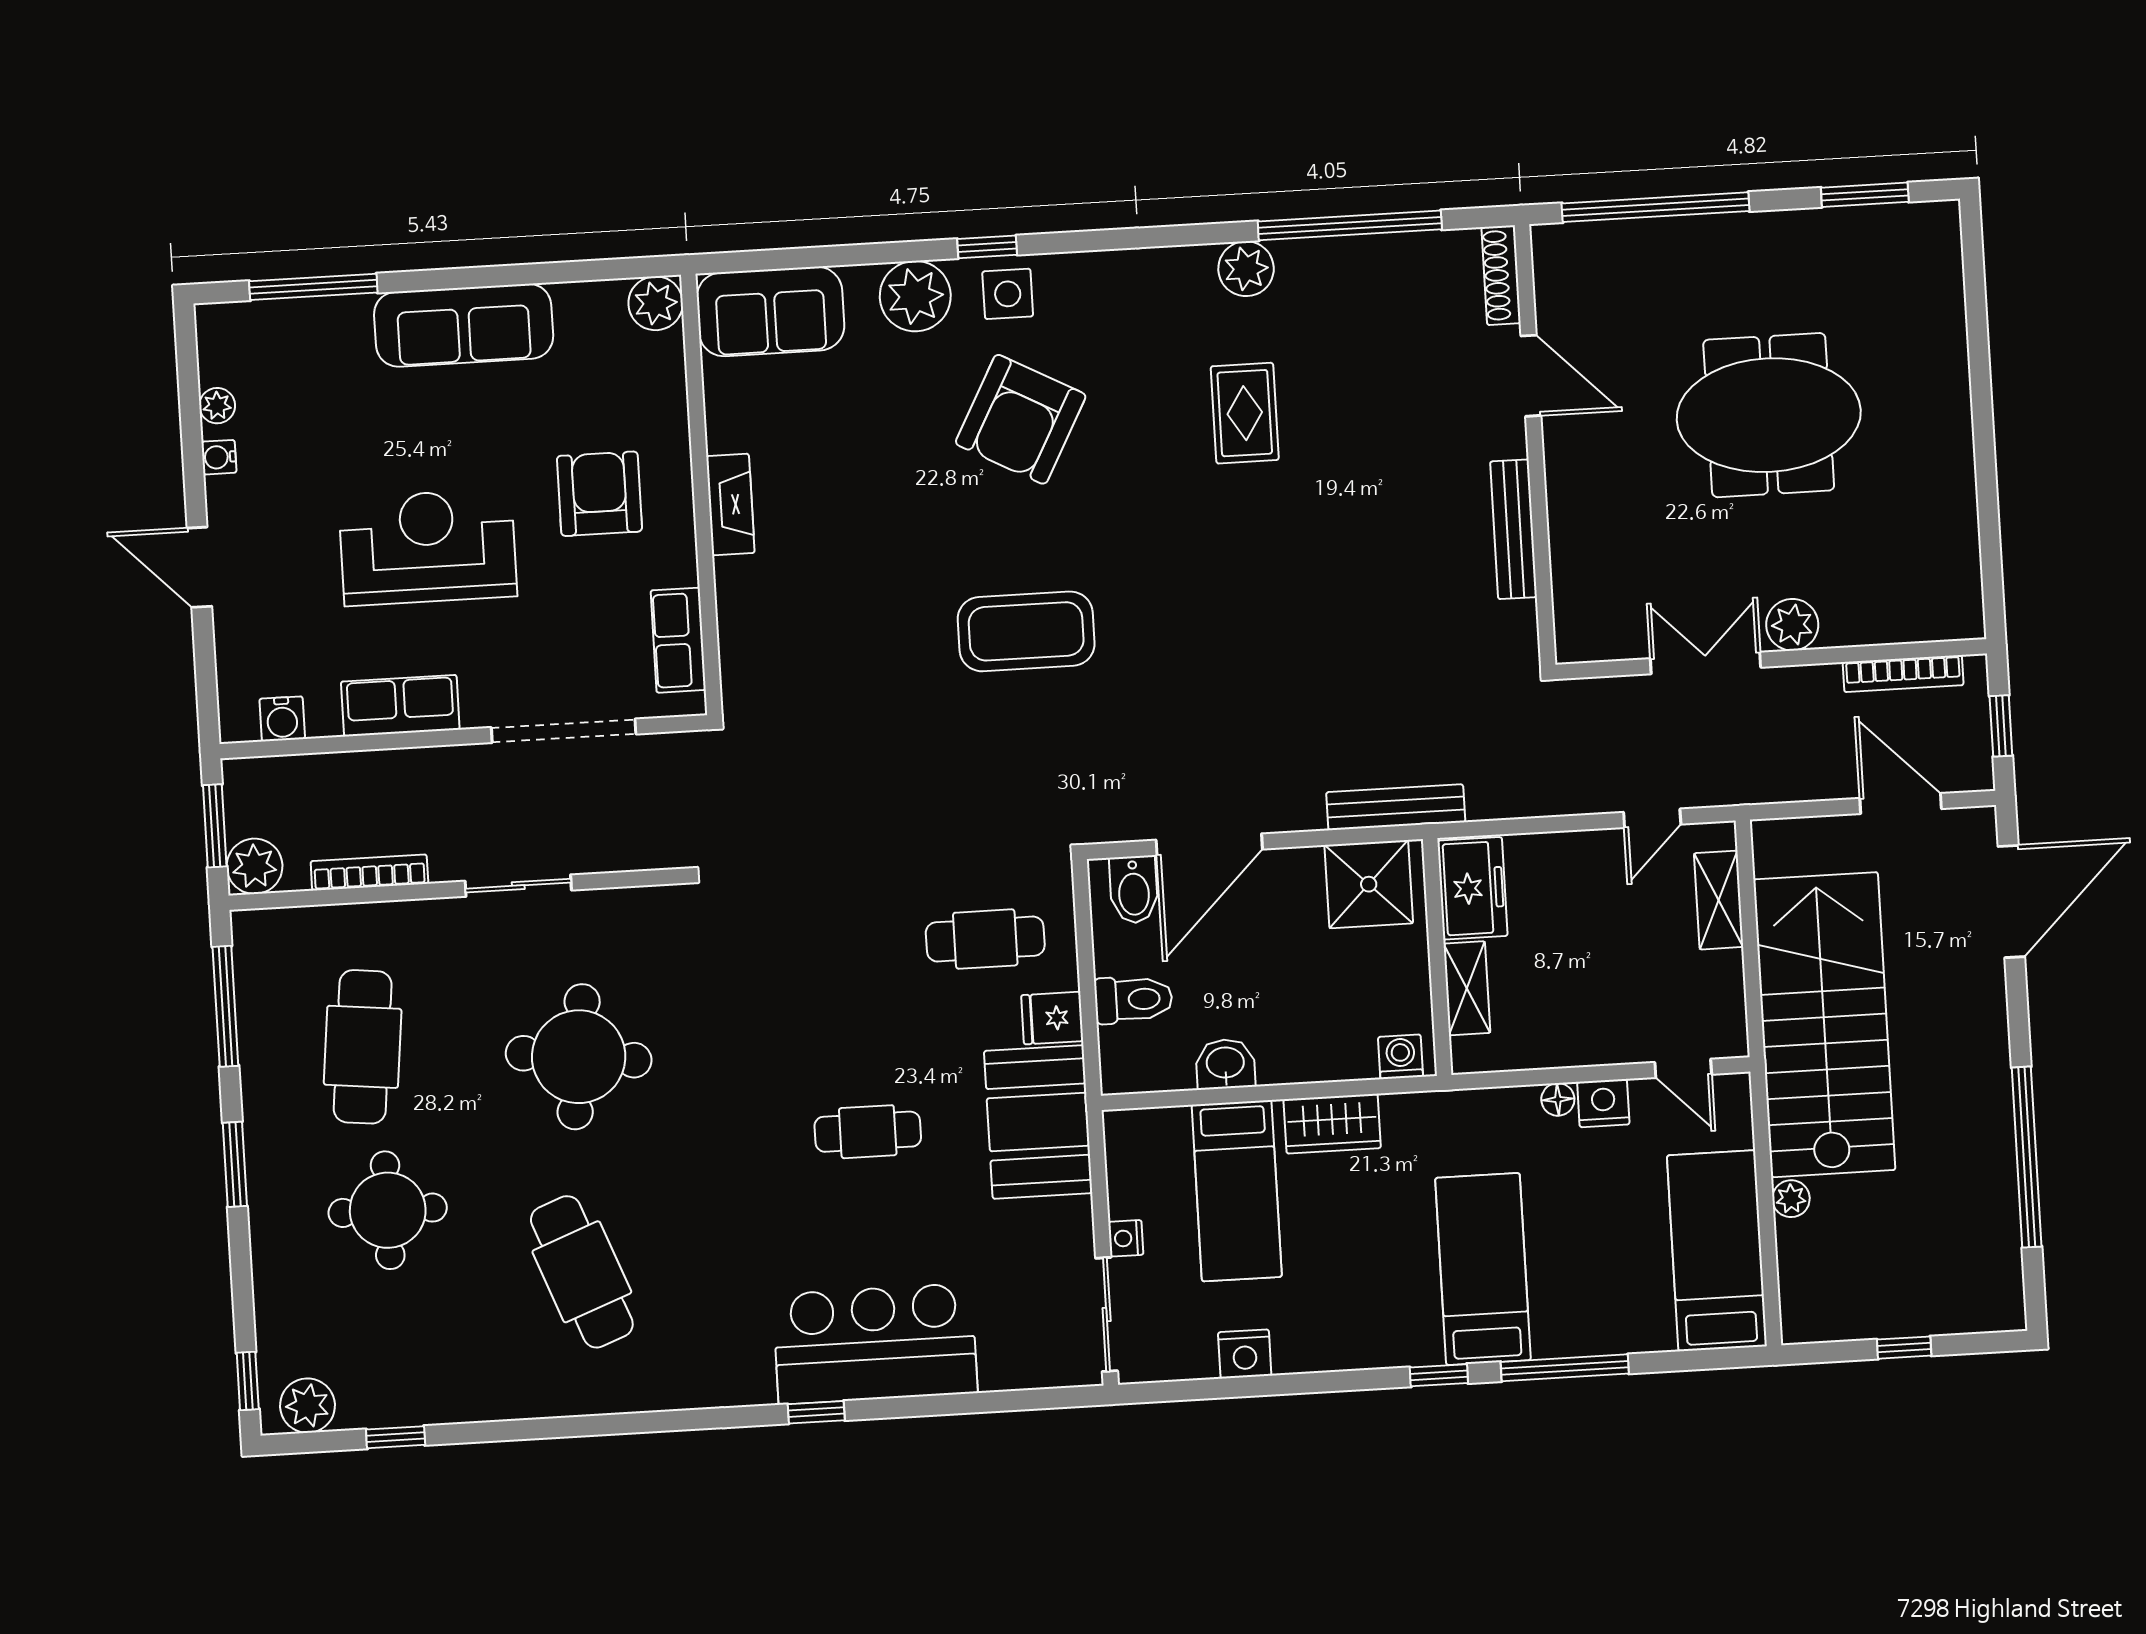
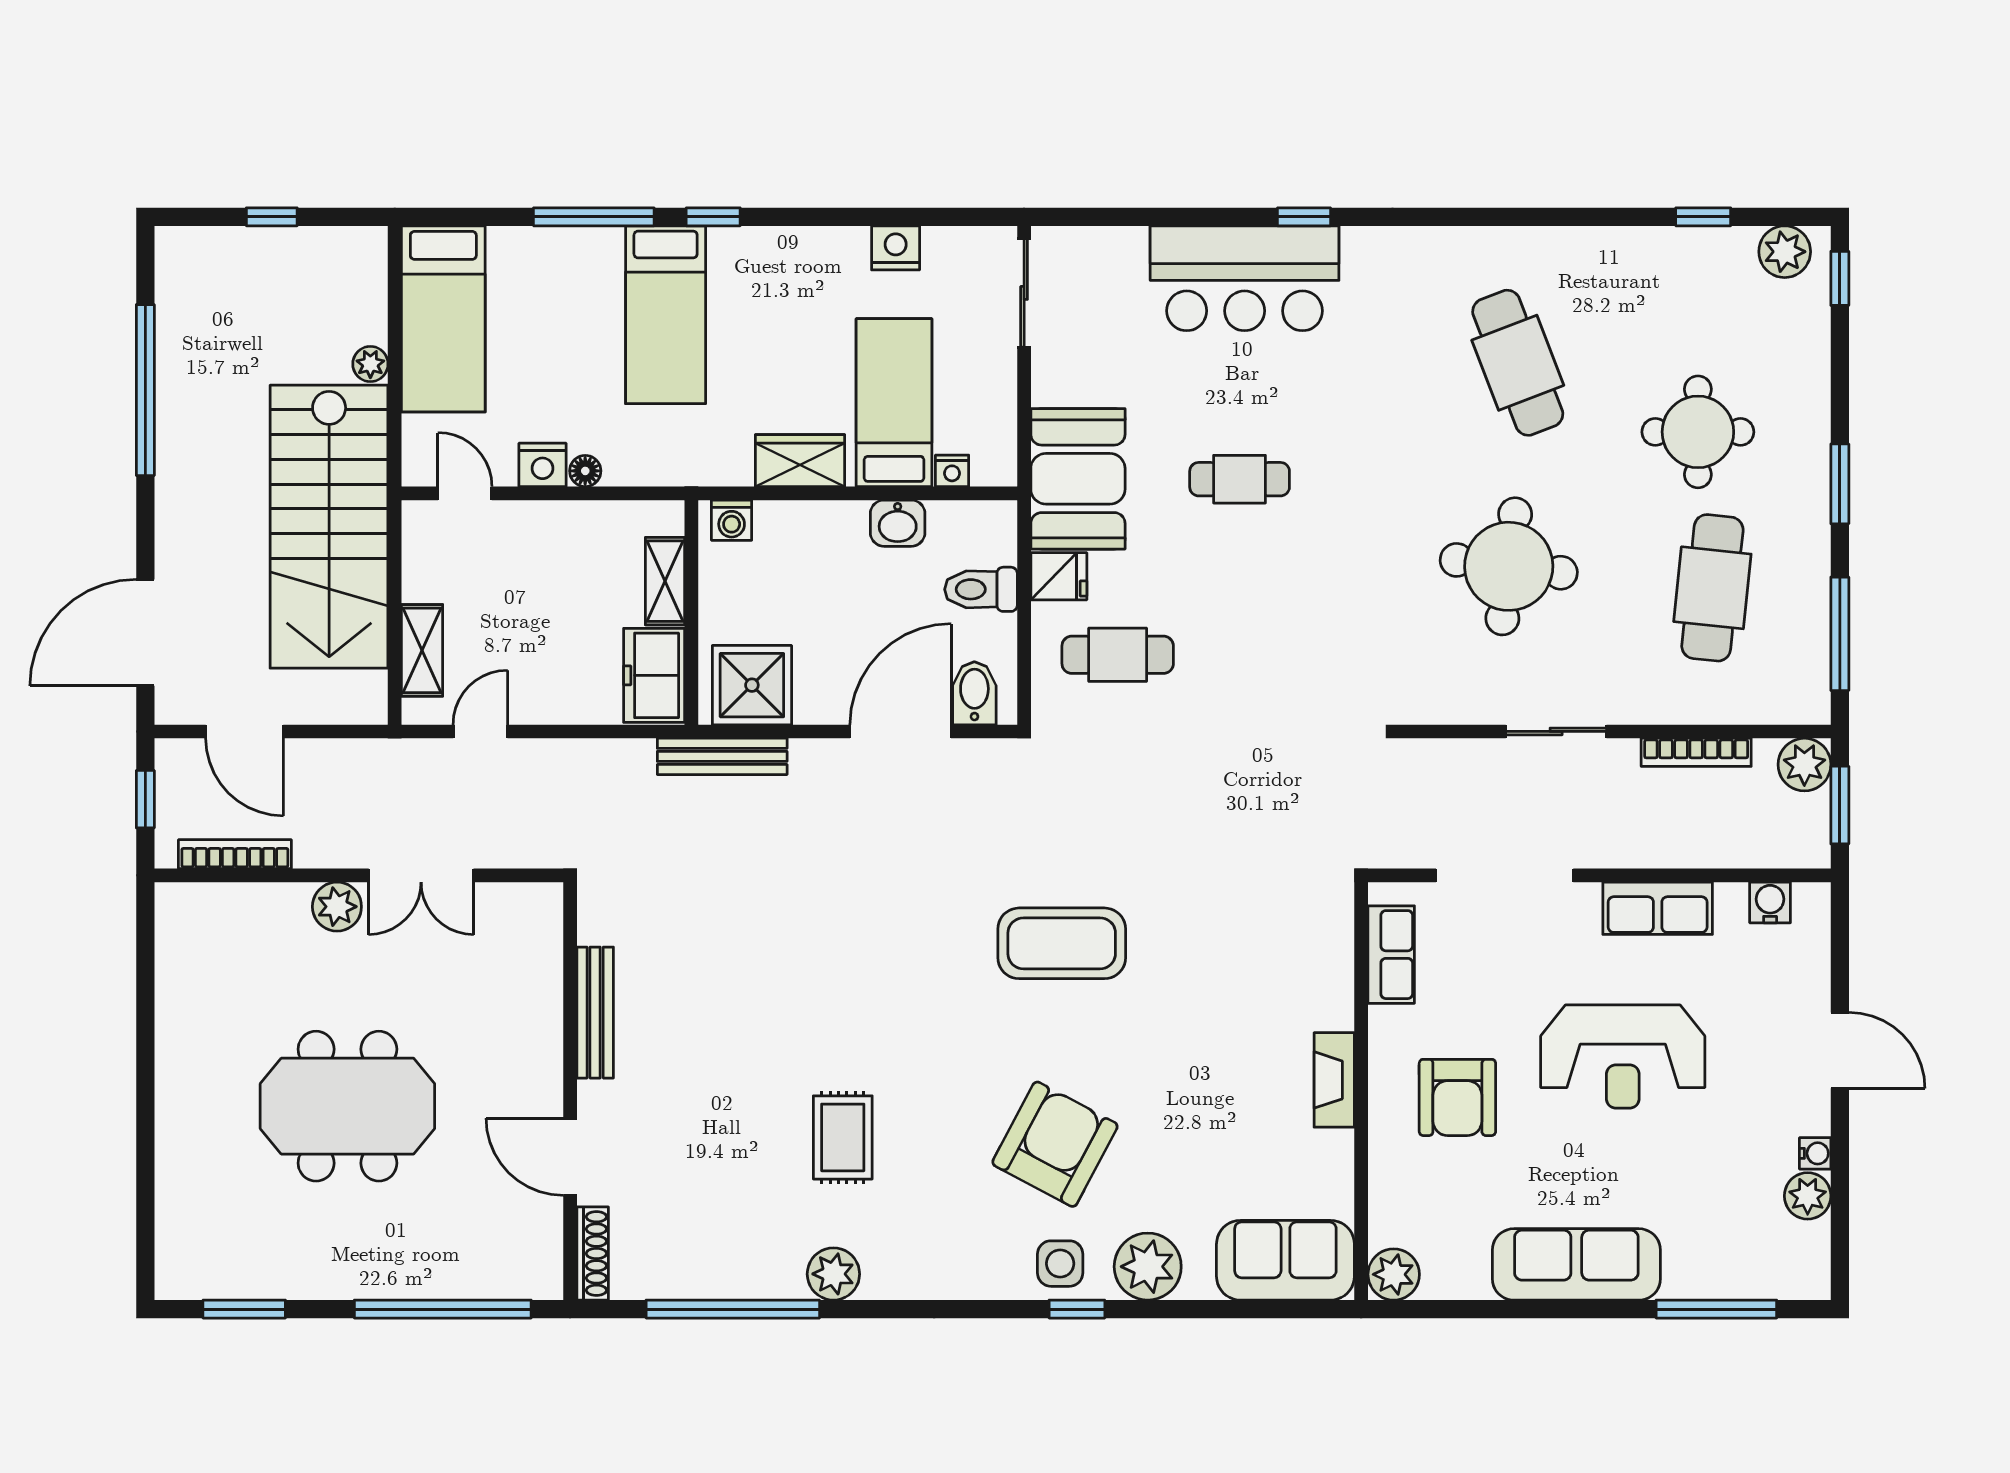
plant: (217, 406) -> (1808, 1196), width x1.38, depth x1.38
nightstand: (1126, 1238) -> (952, 471), moved, turned 90

